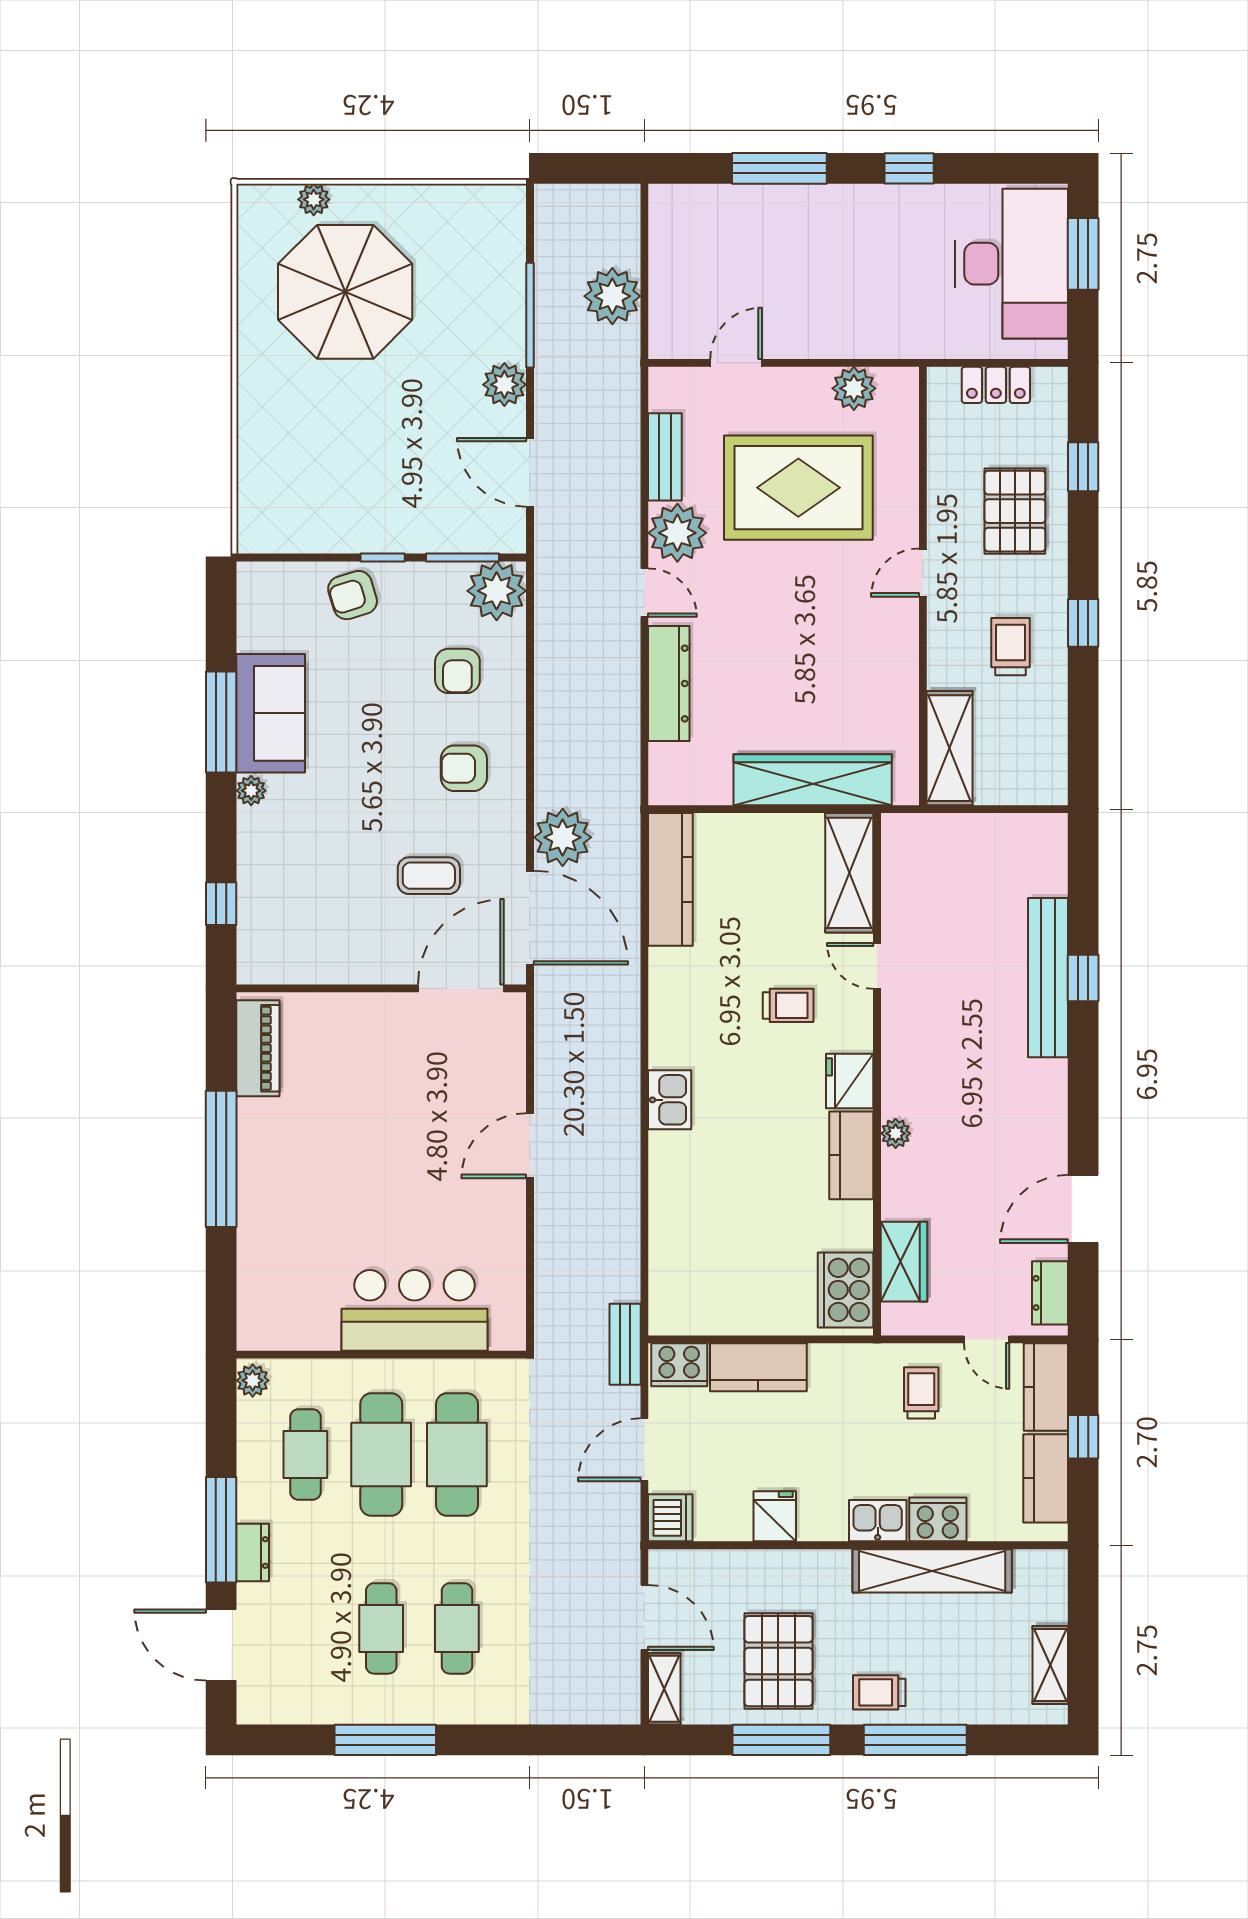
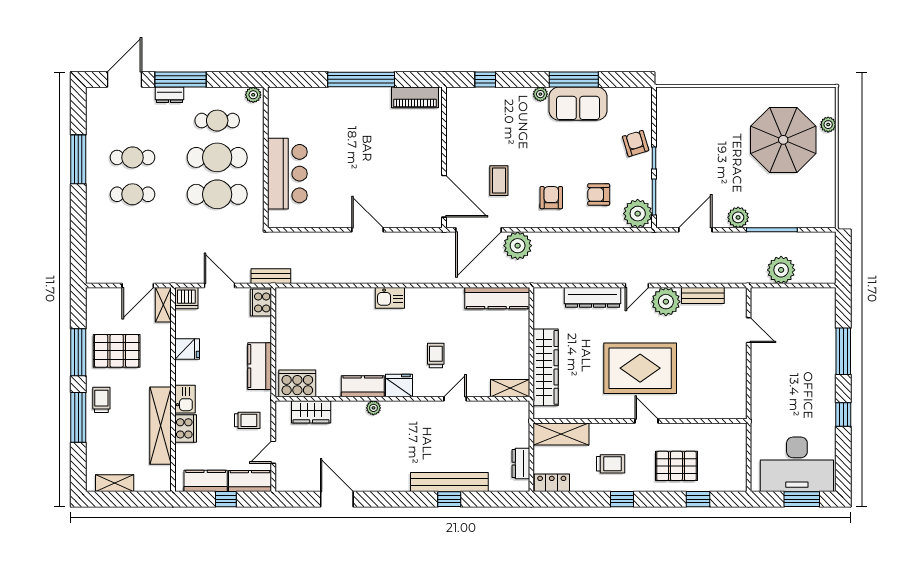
locker: (996, 385) -> (552, 483), moved, turned 90
plant: (854, 388) -> (736, 388), removed
rug: (798, 488) -> (640, 368), moved, turned 90
shelving: (849, 873) -> (510, 388), width x0.67, depth x0.75
trolley: (788, 1005) -> (436, 356), turned 180
dresser: (1050, 1293) -> (521, 464), moved, turned -90
kitchen counter: (758, 1367) -> (260, 366), moved
shelving: (664, 1689) -> (163, 305), moved, turned 90

